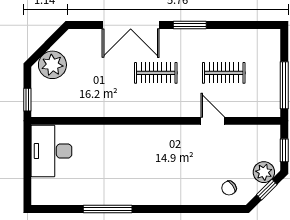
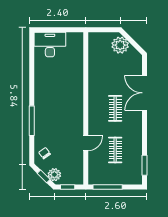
window: (190, 25) -> (145, 165), moved
window: (27, 100) -> (99, 30), removed
desk: (51, 151) -> (50, 44), moved
window: (108, 209) -> (32, 121), moved

